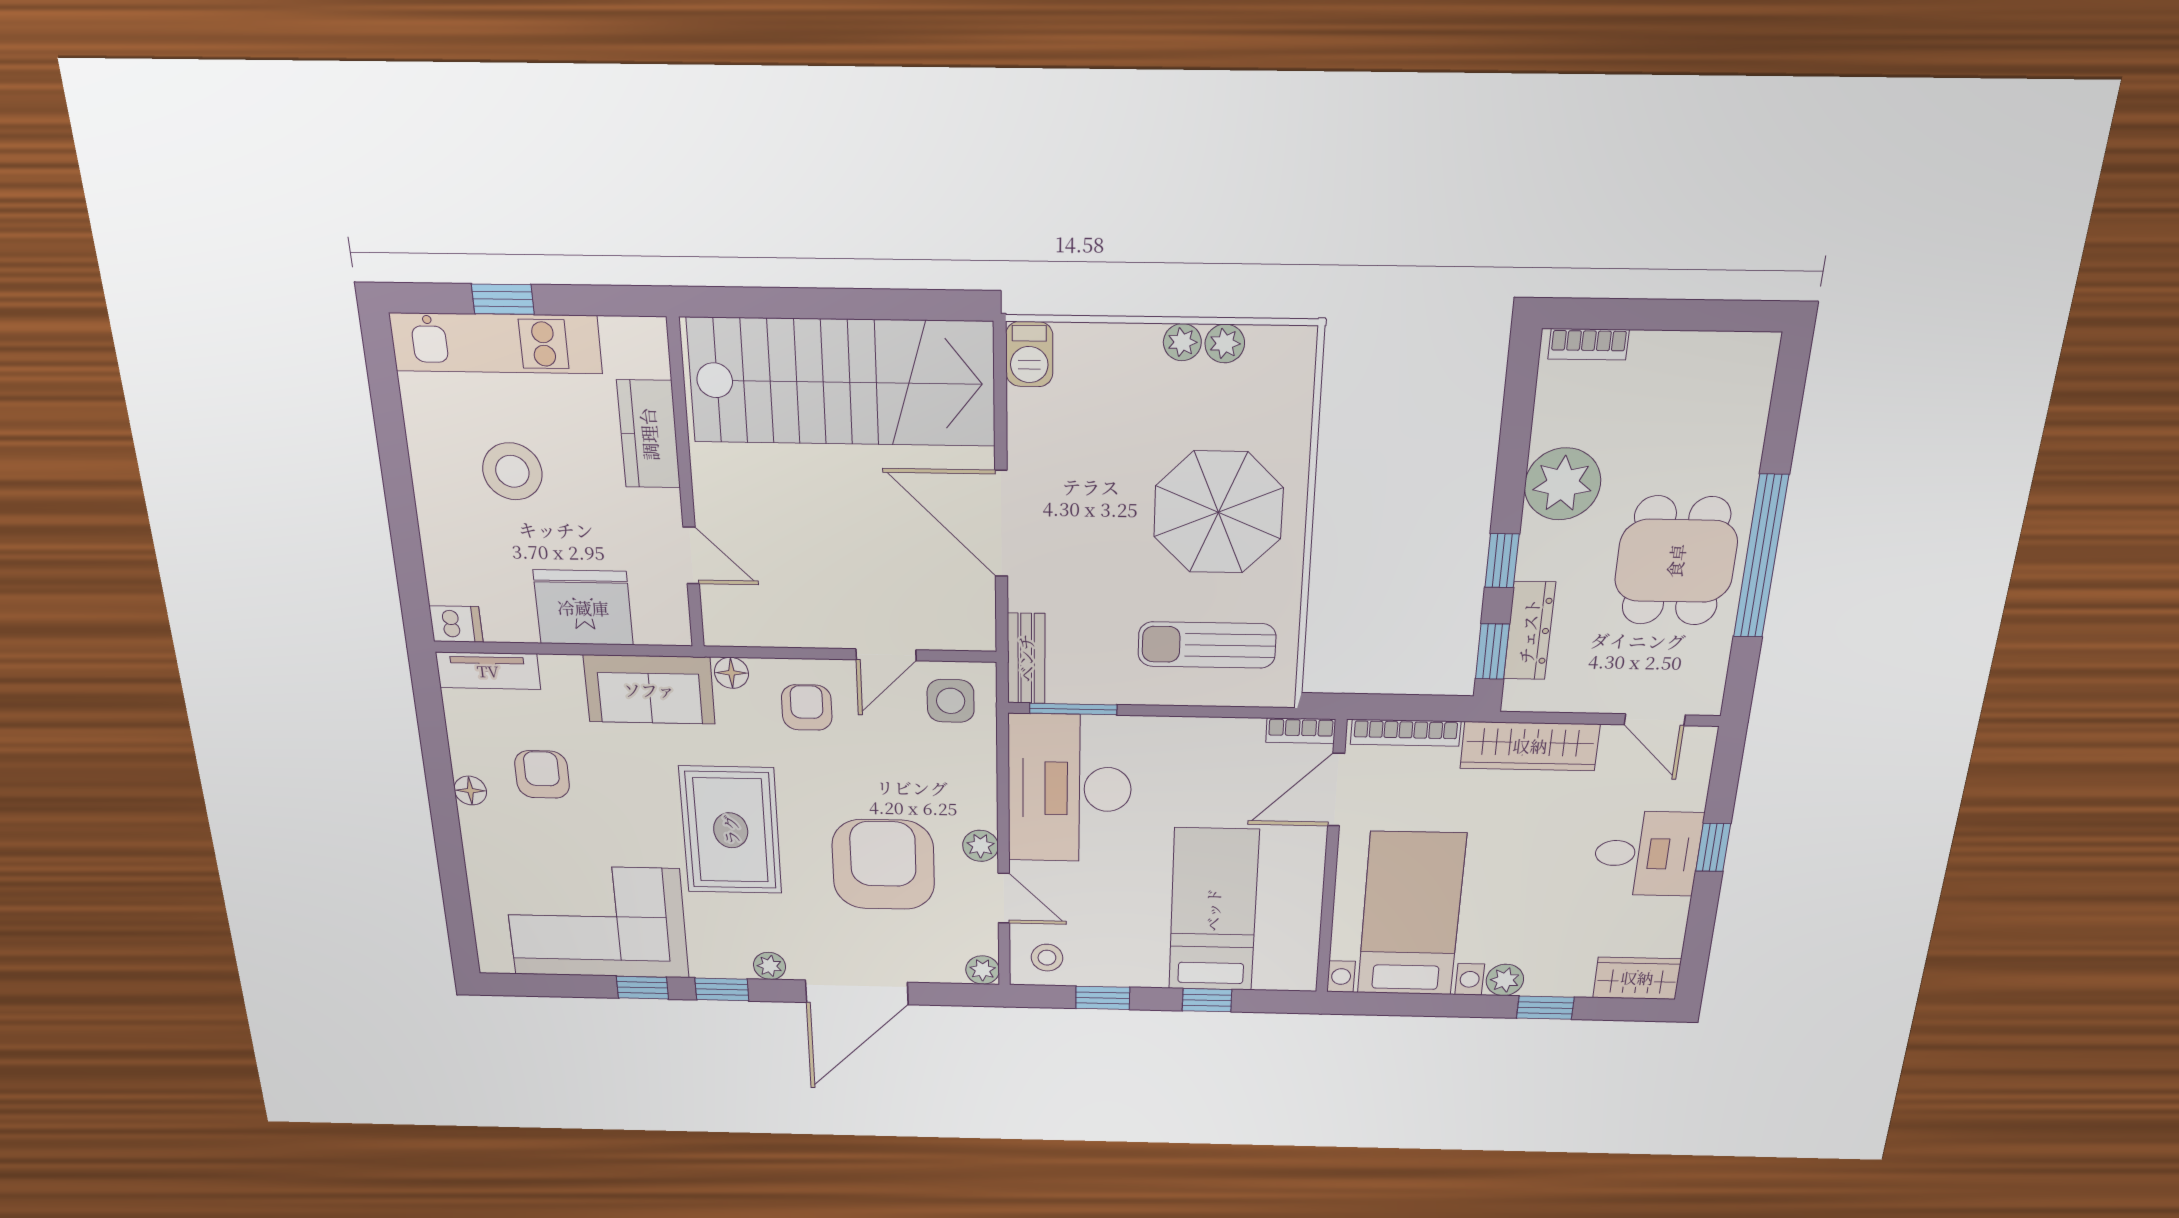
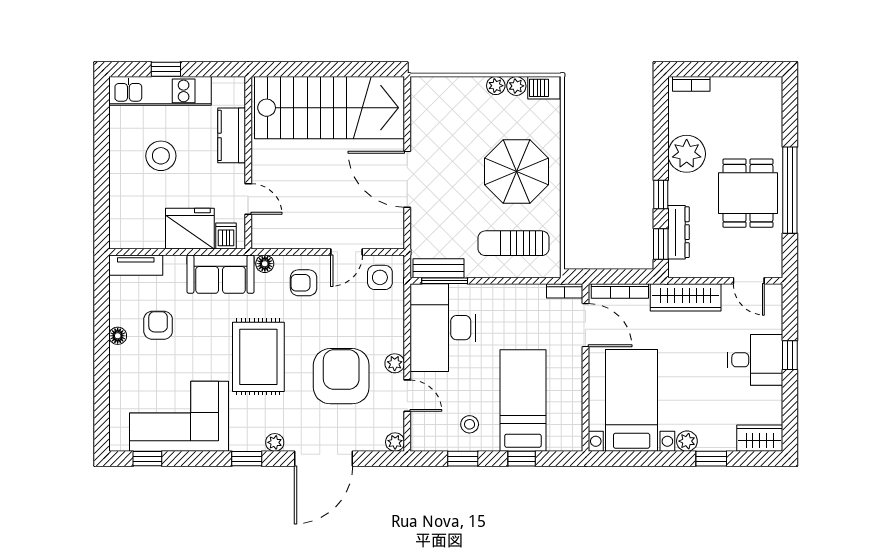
barbecue: (1029, 354) -> (544, 88), moved, turned 90
dishwasher: (456, 624) -> (226, 236), moved, turned -90
bench: (1026, 658) -> (439, 268), moved, turned 90
armchair: (807, 707) -> (304, 283), turned -90
door: (1336, 790) -> (586, 325), swing flipped
stool: (1047, 958) -> (470, 424), moved
window: (642, 988) -> (147, 459), moved

